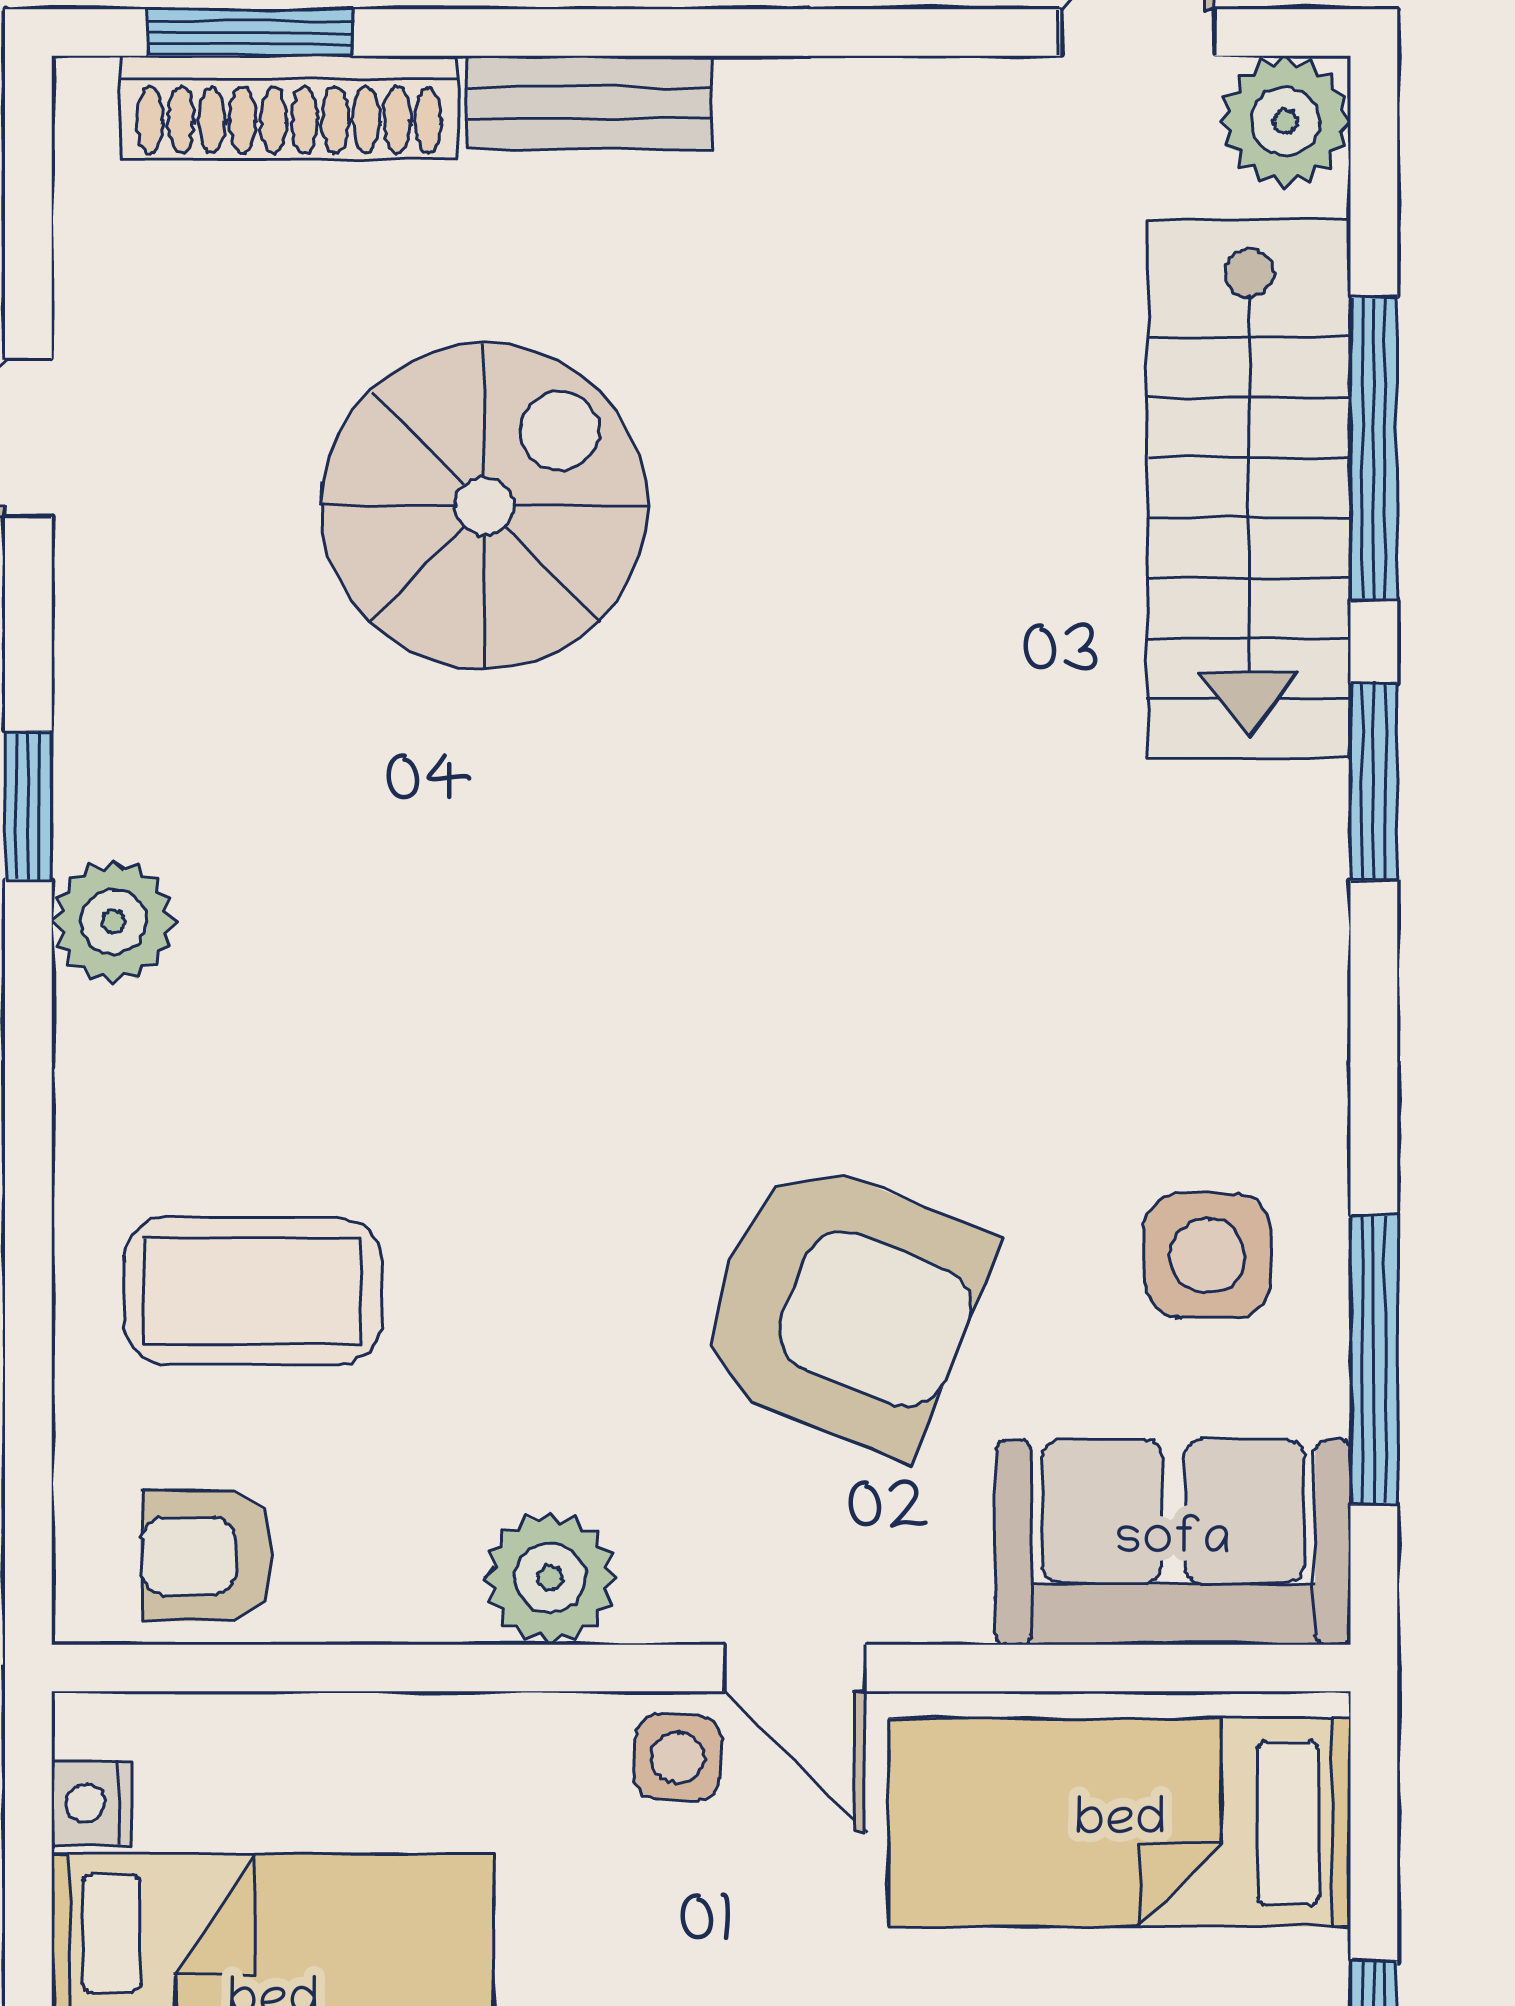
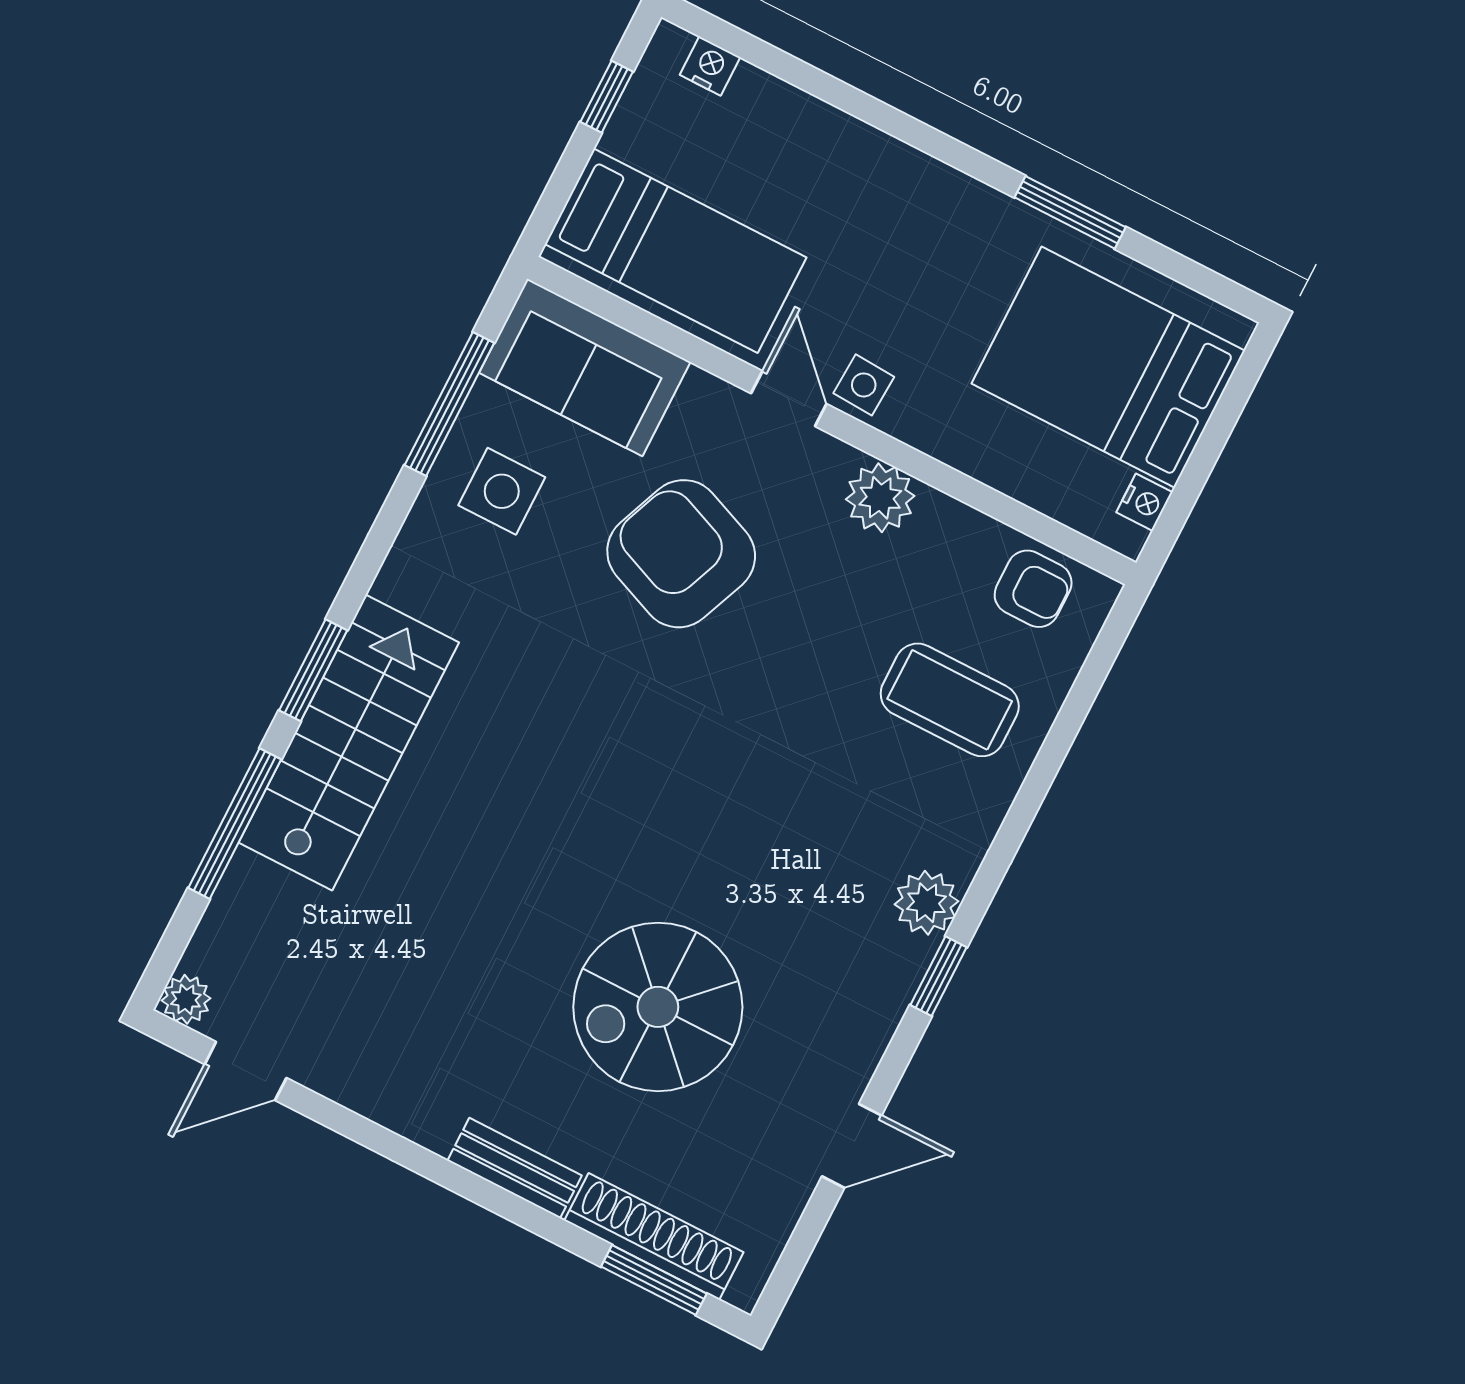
plant: (1285, 121) -> (186, 999), width x0.73, depth x0.73
stairs: (1249, 489) -> (349, 743), moved

